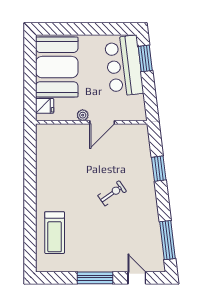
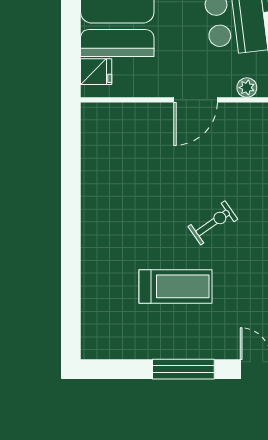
plant: (83, 115) -> (247, 88), moved
treadmill: (55, 233) -> (175, 286), moved, turned -90

